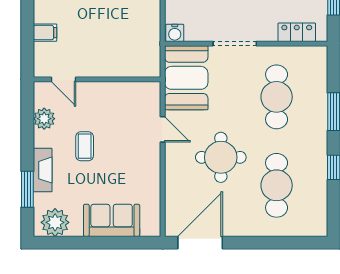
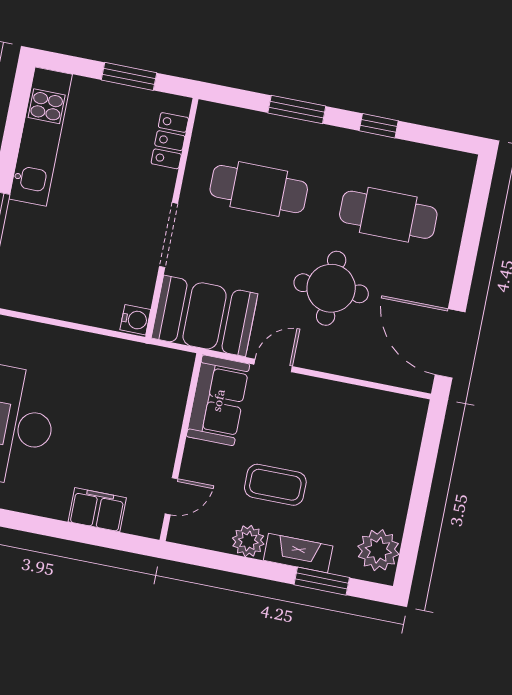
filing cabinet: (45, 33) -> (97, 510), width x2.00
plant: (44, 119) -> (248, 541), moved
coffee table: (85, 146) -> (275, 485), width x1.36, depth x1.30
sofa: (112, 220) -> (218, 400), moved, turned 180

